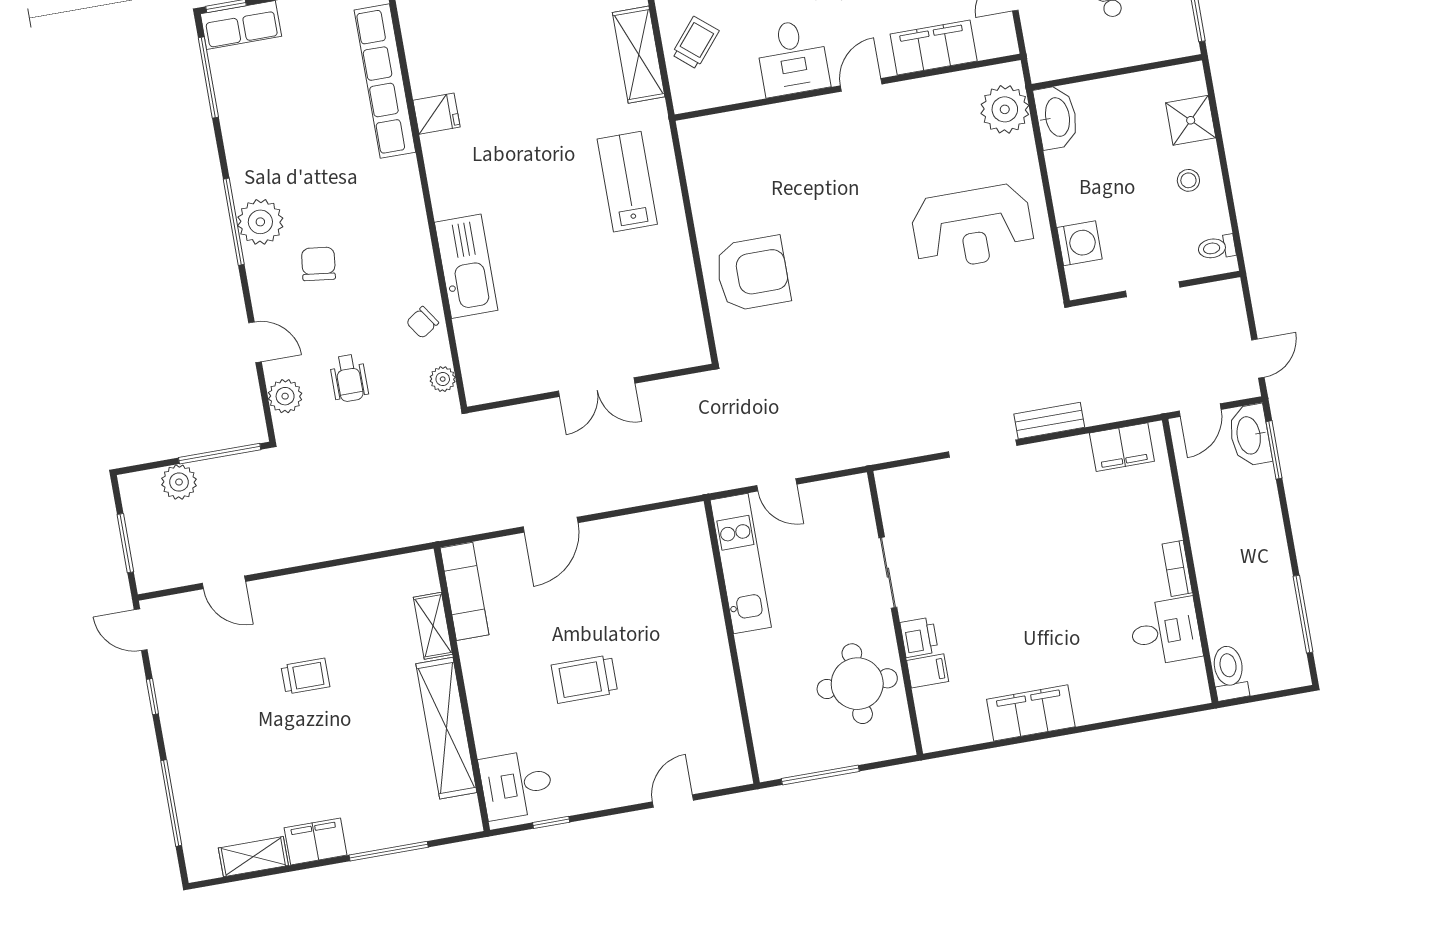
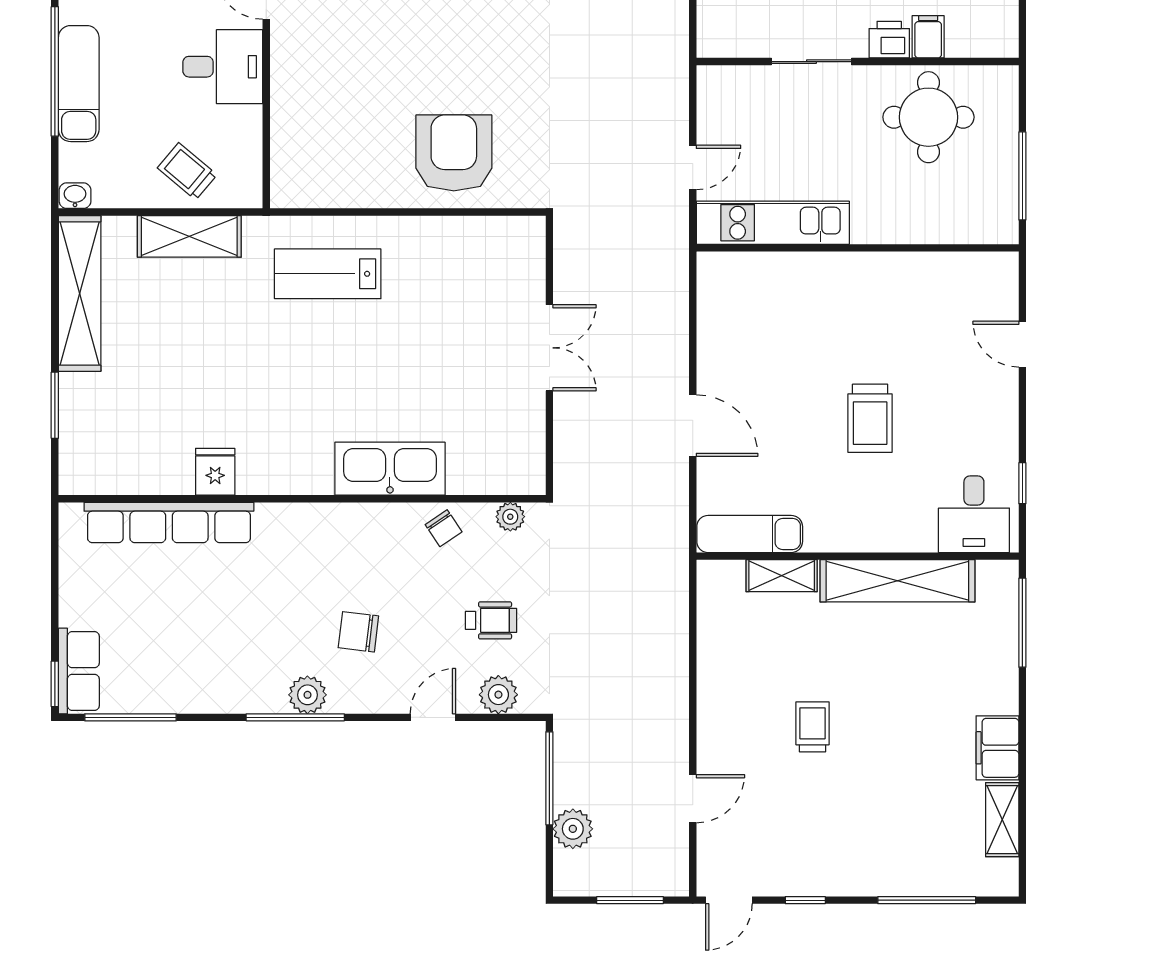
plant: (260, 222) -> (307, 695), width x0.73, depth x0.73
window: (389, 851) -> (1022, 623), moved

